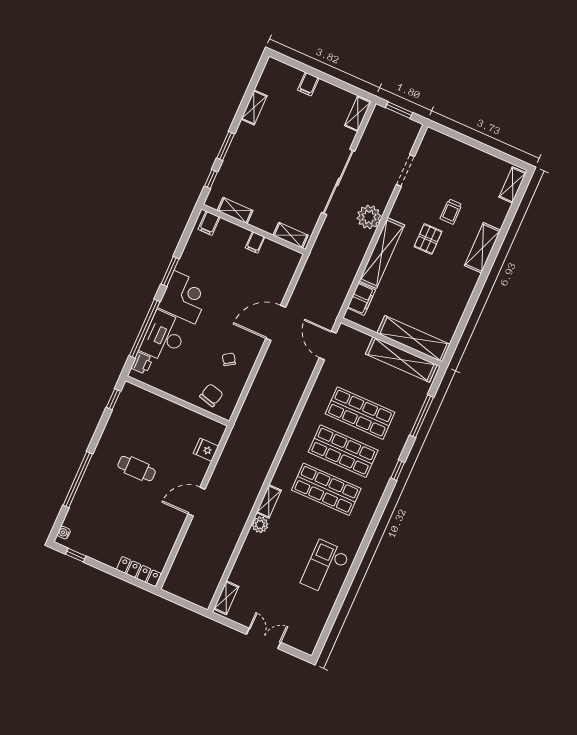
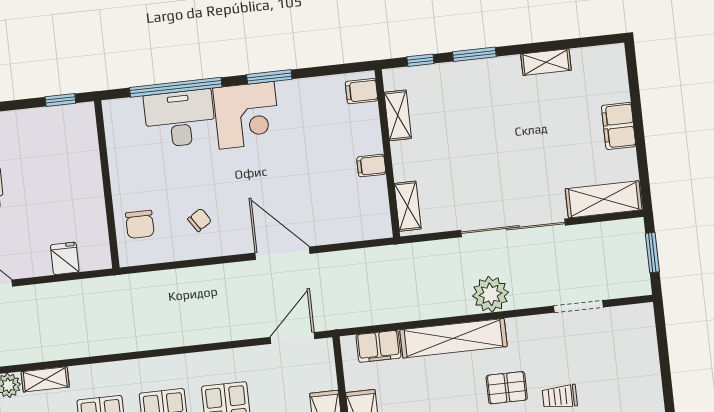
filing cabinet: (308, 84) -> (619, 126), width x2.00
shelving: (358, 114) -> (604, 199), width x1.50, depth x1.33
printer: (142, 363) -> (129, 110), removed
chair: (211, 395) -> (140, 224), turned 75

